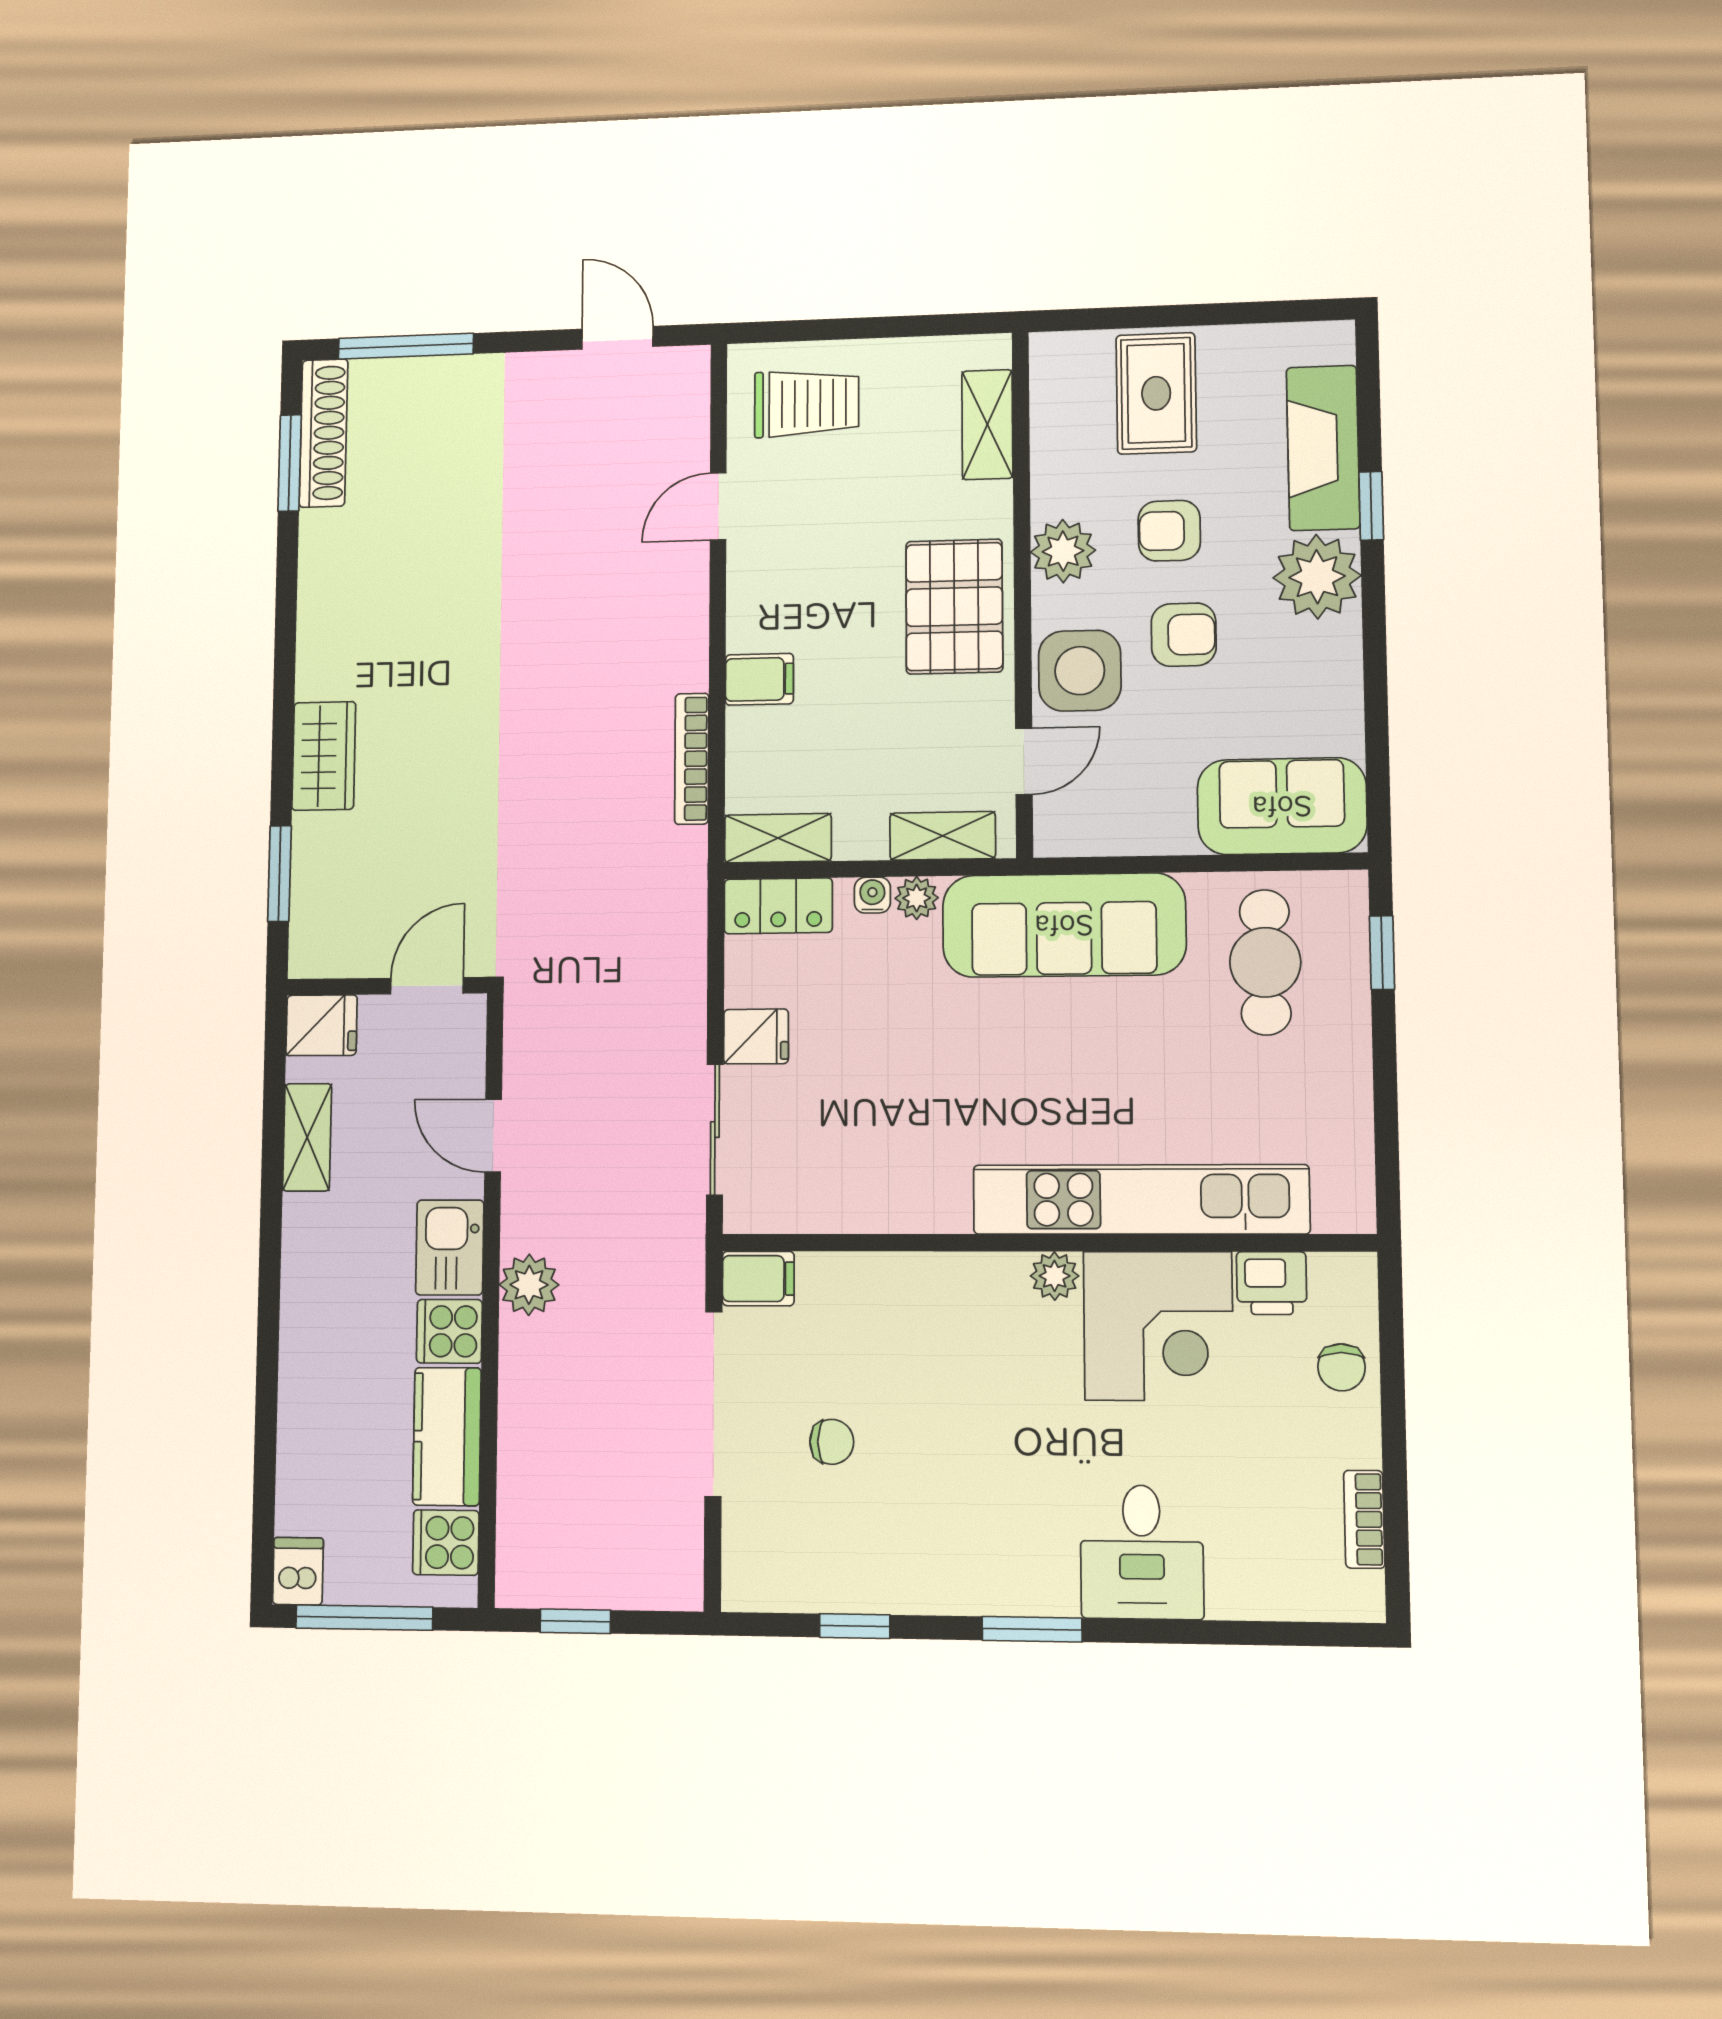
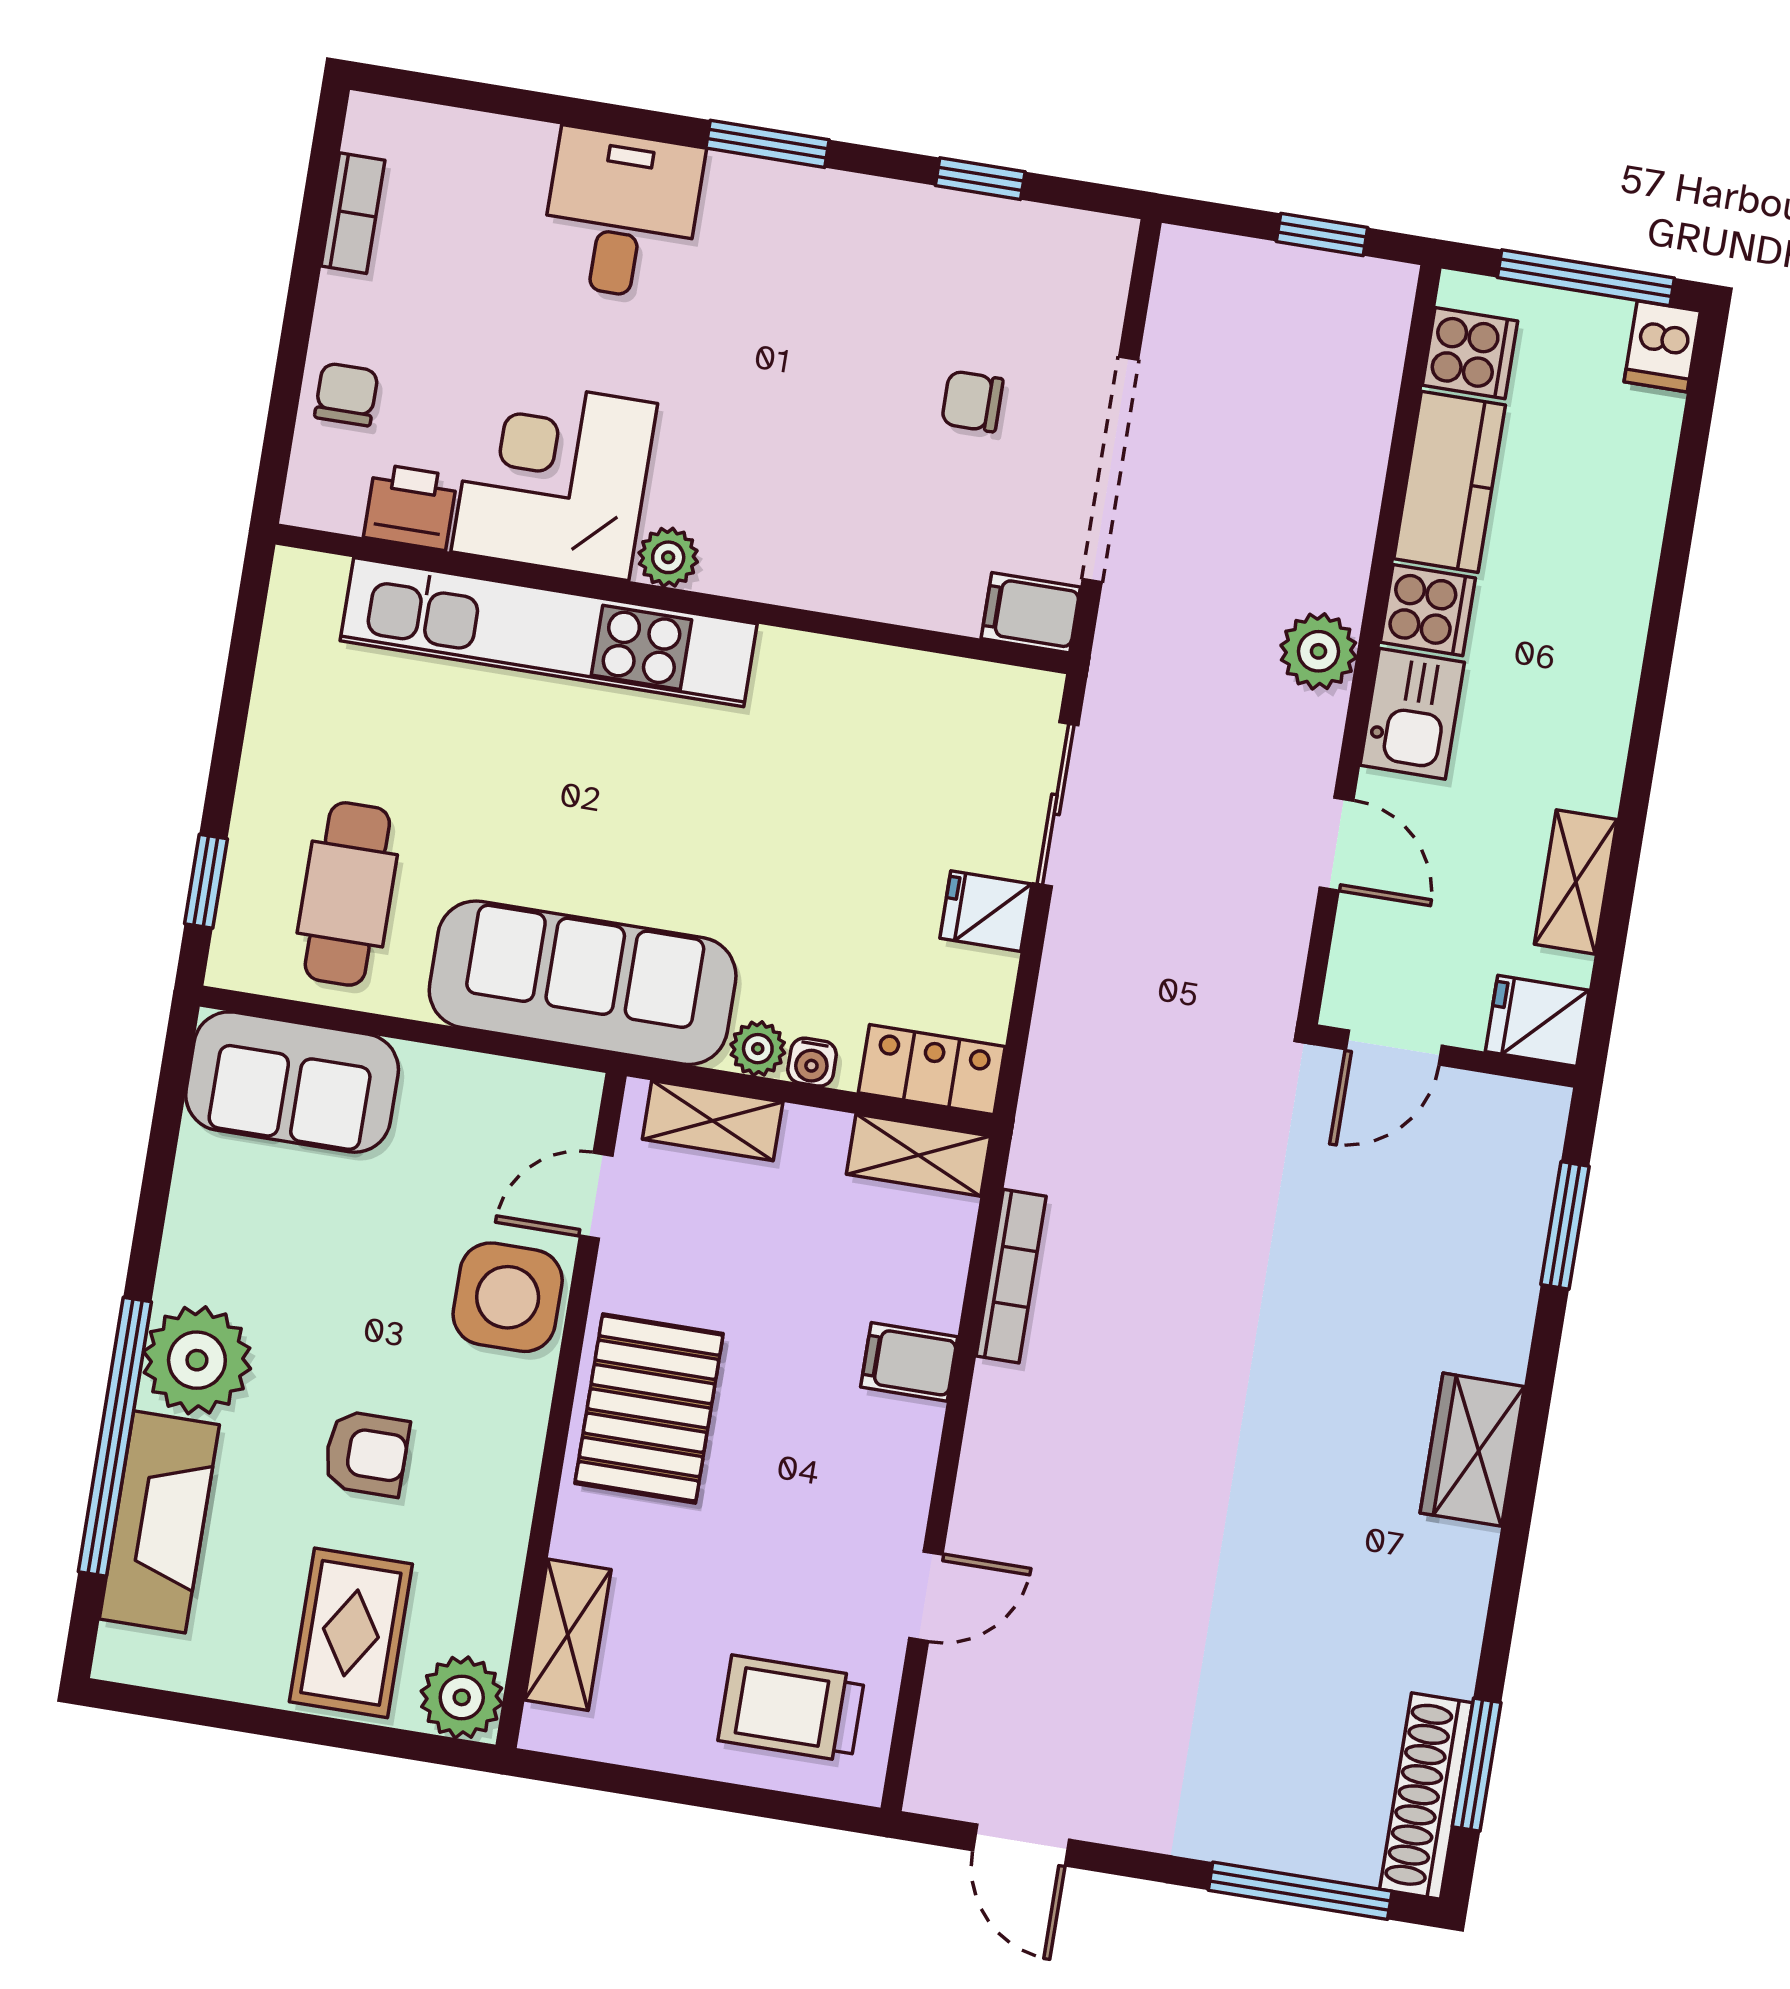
window: (1371, 506) -> (115, 1437), width x3.17
plant: (1063, 551) -> (462, 1697), moved
armchair: (1184, 635) -> (372, 1318), removed
wardrobe: (324, 756) -> (1472, 1450), moved

